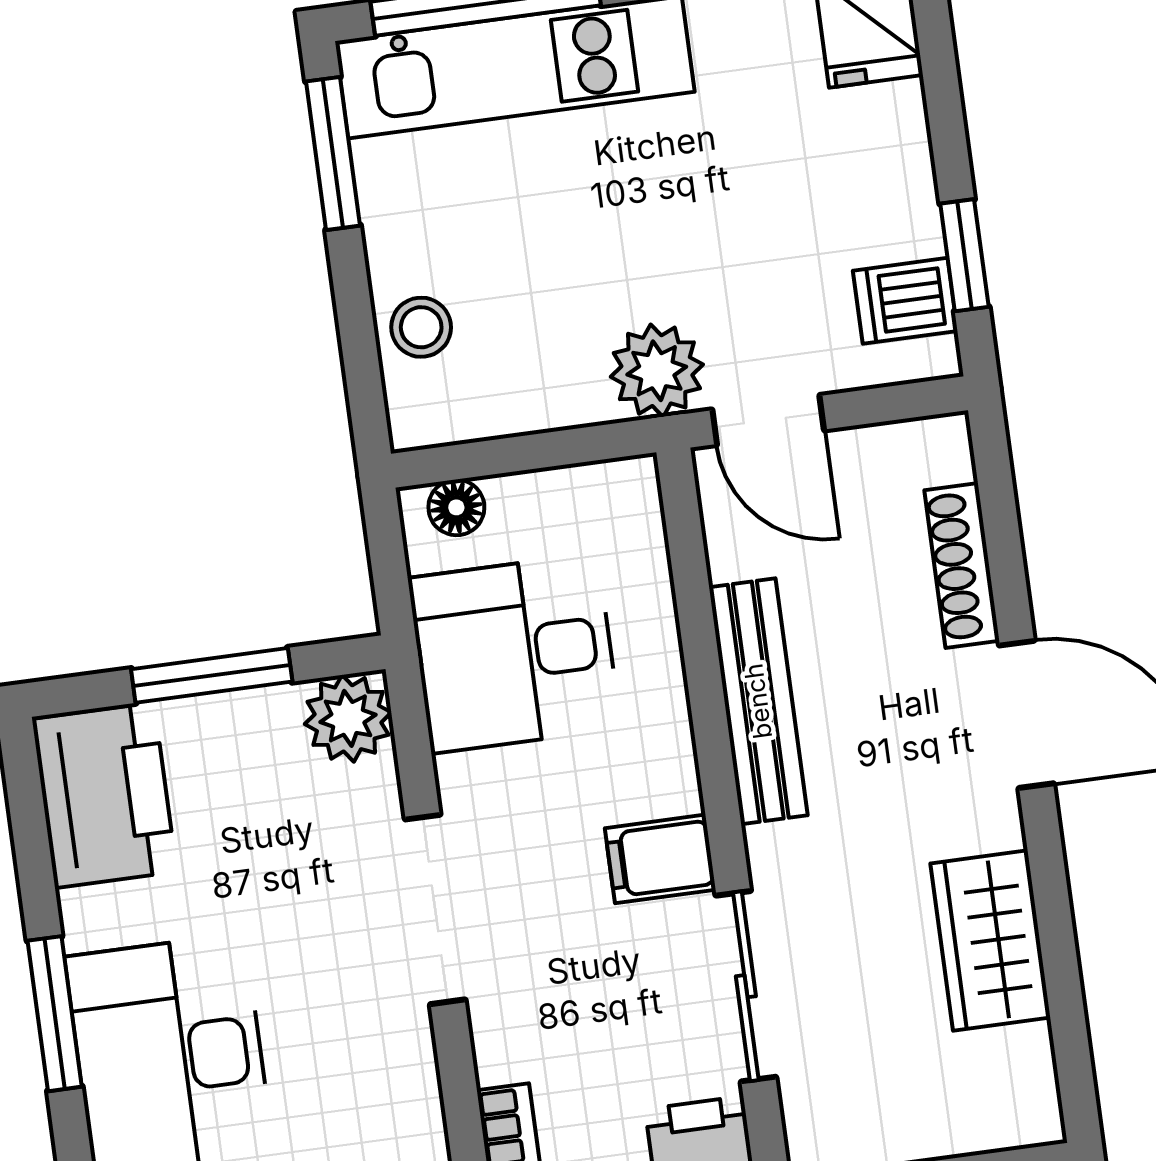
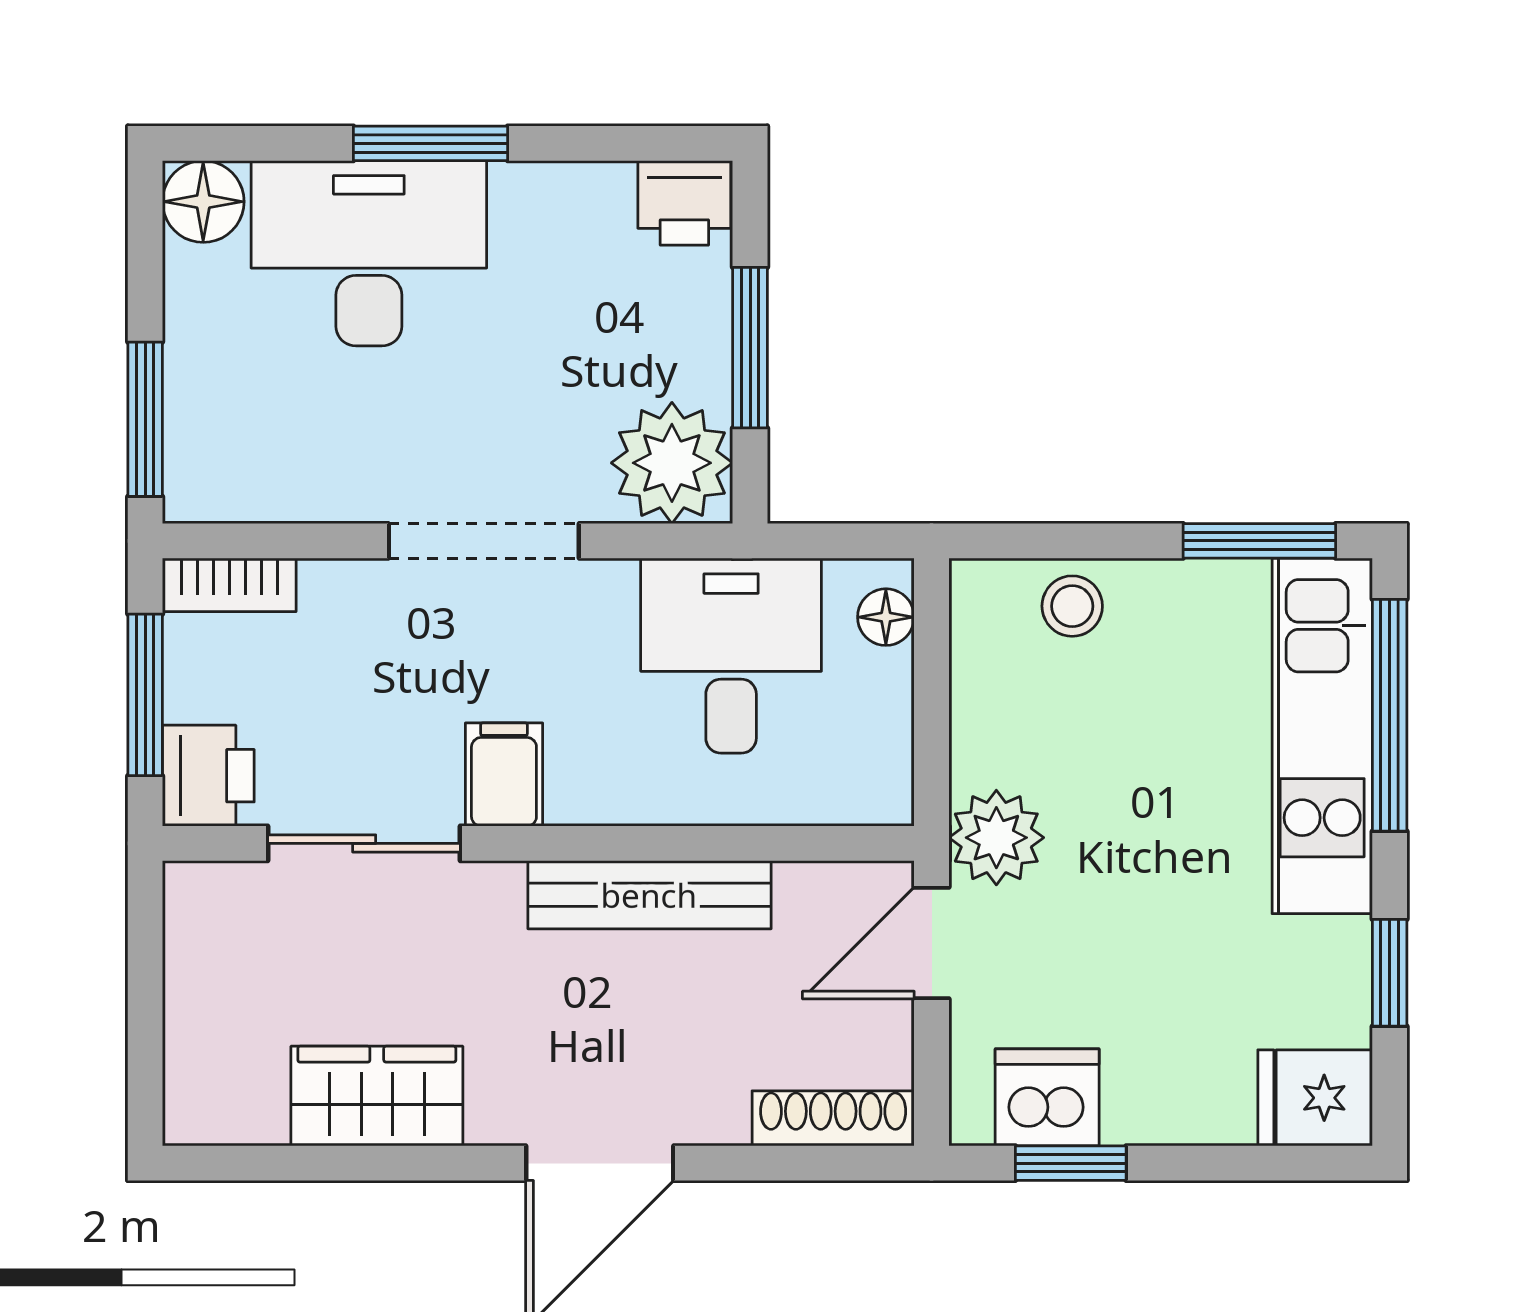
dishwasher: (905, 301) -> (1047, 1097), width x1.38
shoe rack: (962, 566) -> (833, 1118), moved
plant: (348, 718) -> (672, 463), width x1.36, depth x1.36
printer: (104, 795) -> (684, 203), width x0.53, depth x0.68

